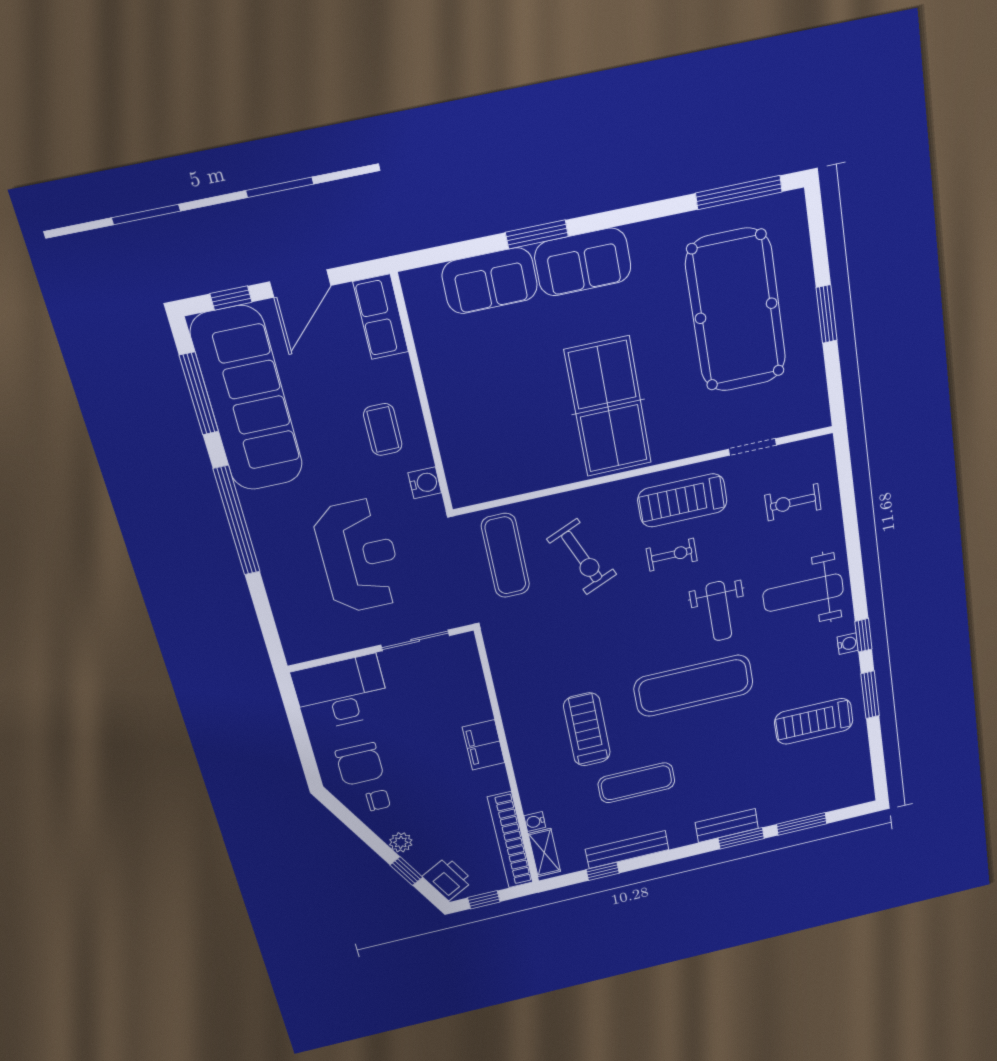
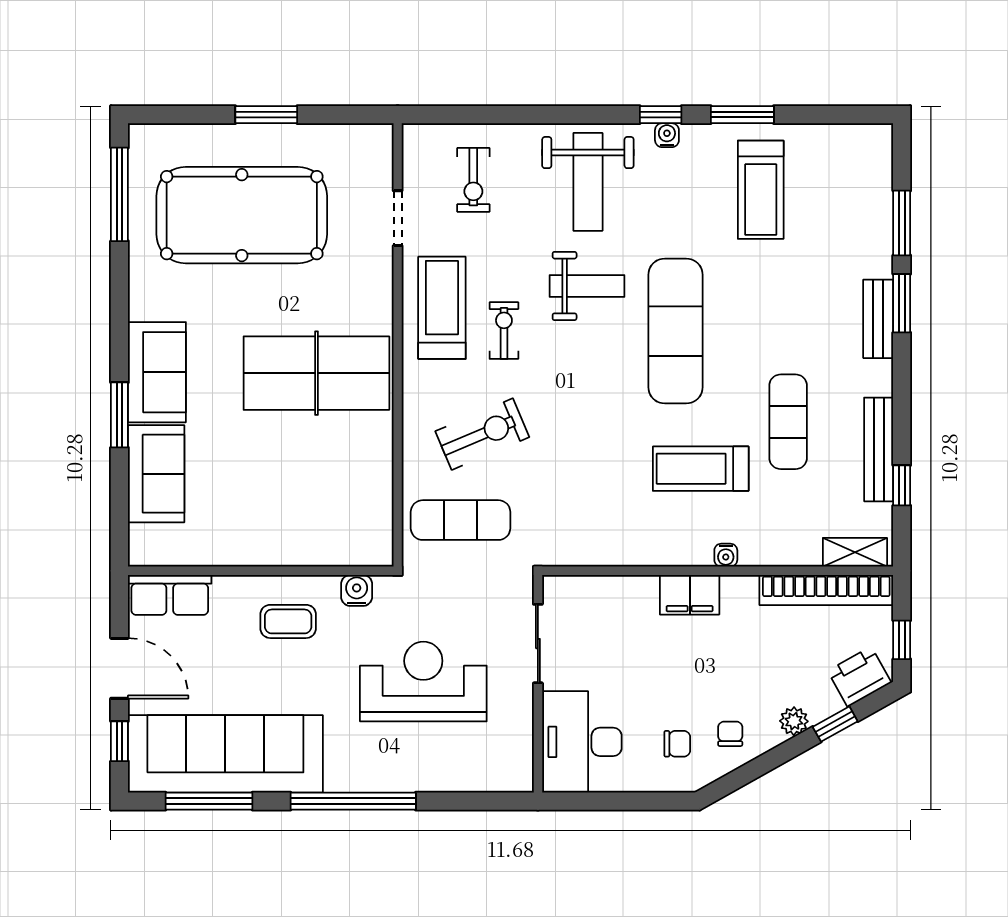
treadmill: (682, 500) -> (442, 308), turned 180
chair: (360, 764) -> (677, 744), width x0.54, depth x0.54
water cooler: (535, 822) -> (726, 555), moved

